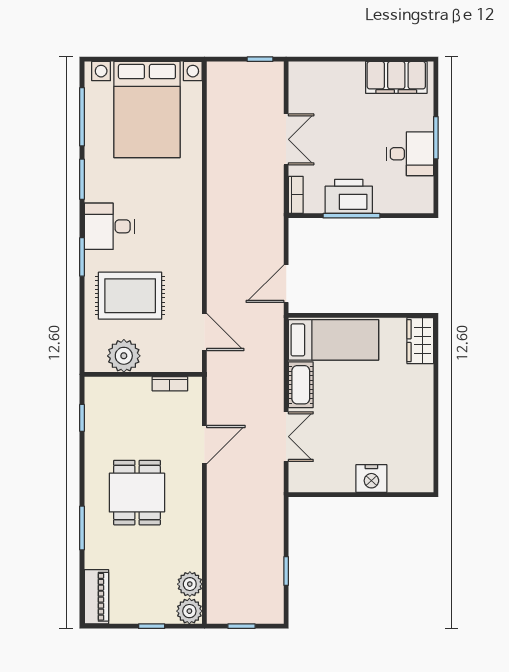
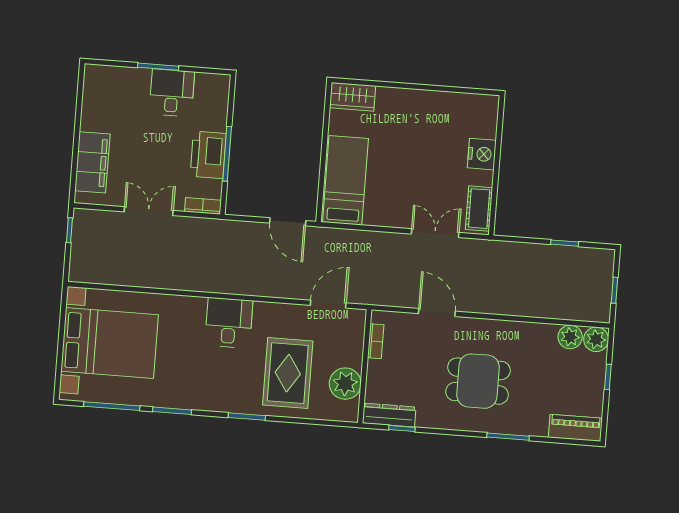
filing cabinet: (396, 77) -> (92, 162), moved
desk: (109, 226) -> (229, 323), moved, turned 180
cot: (301, 385) -> (479, 209), moved, turned 90
dresser: (95, 404) -> (389, 415), added

